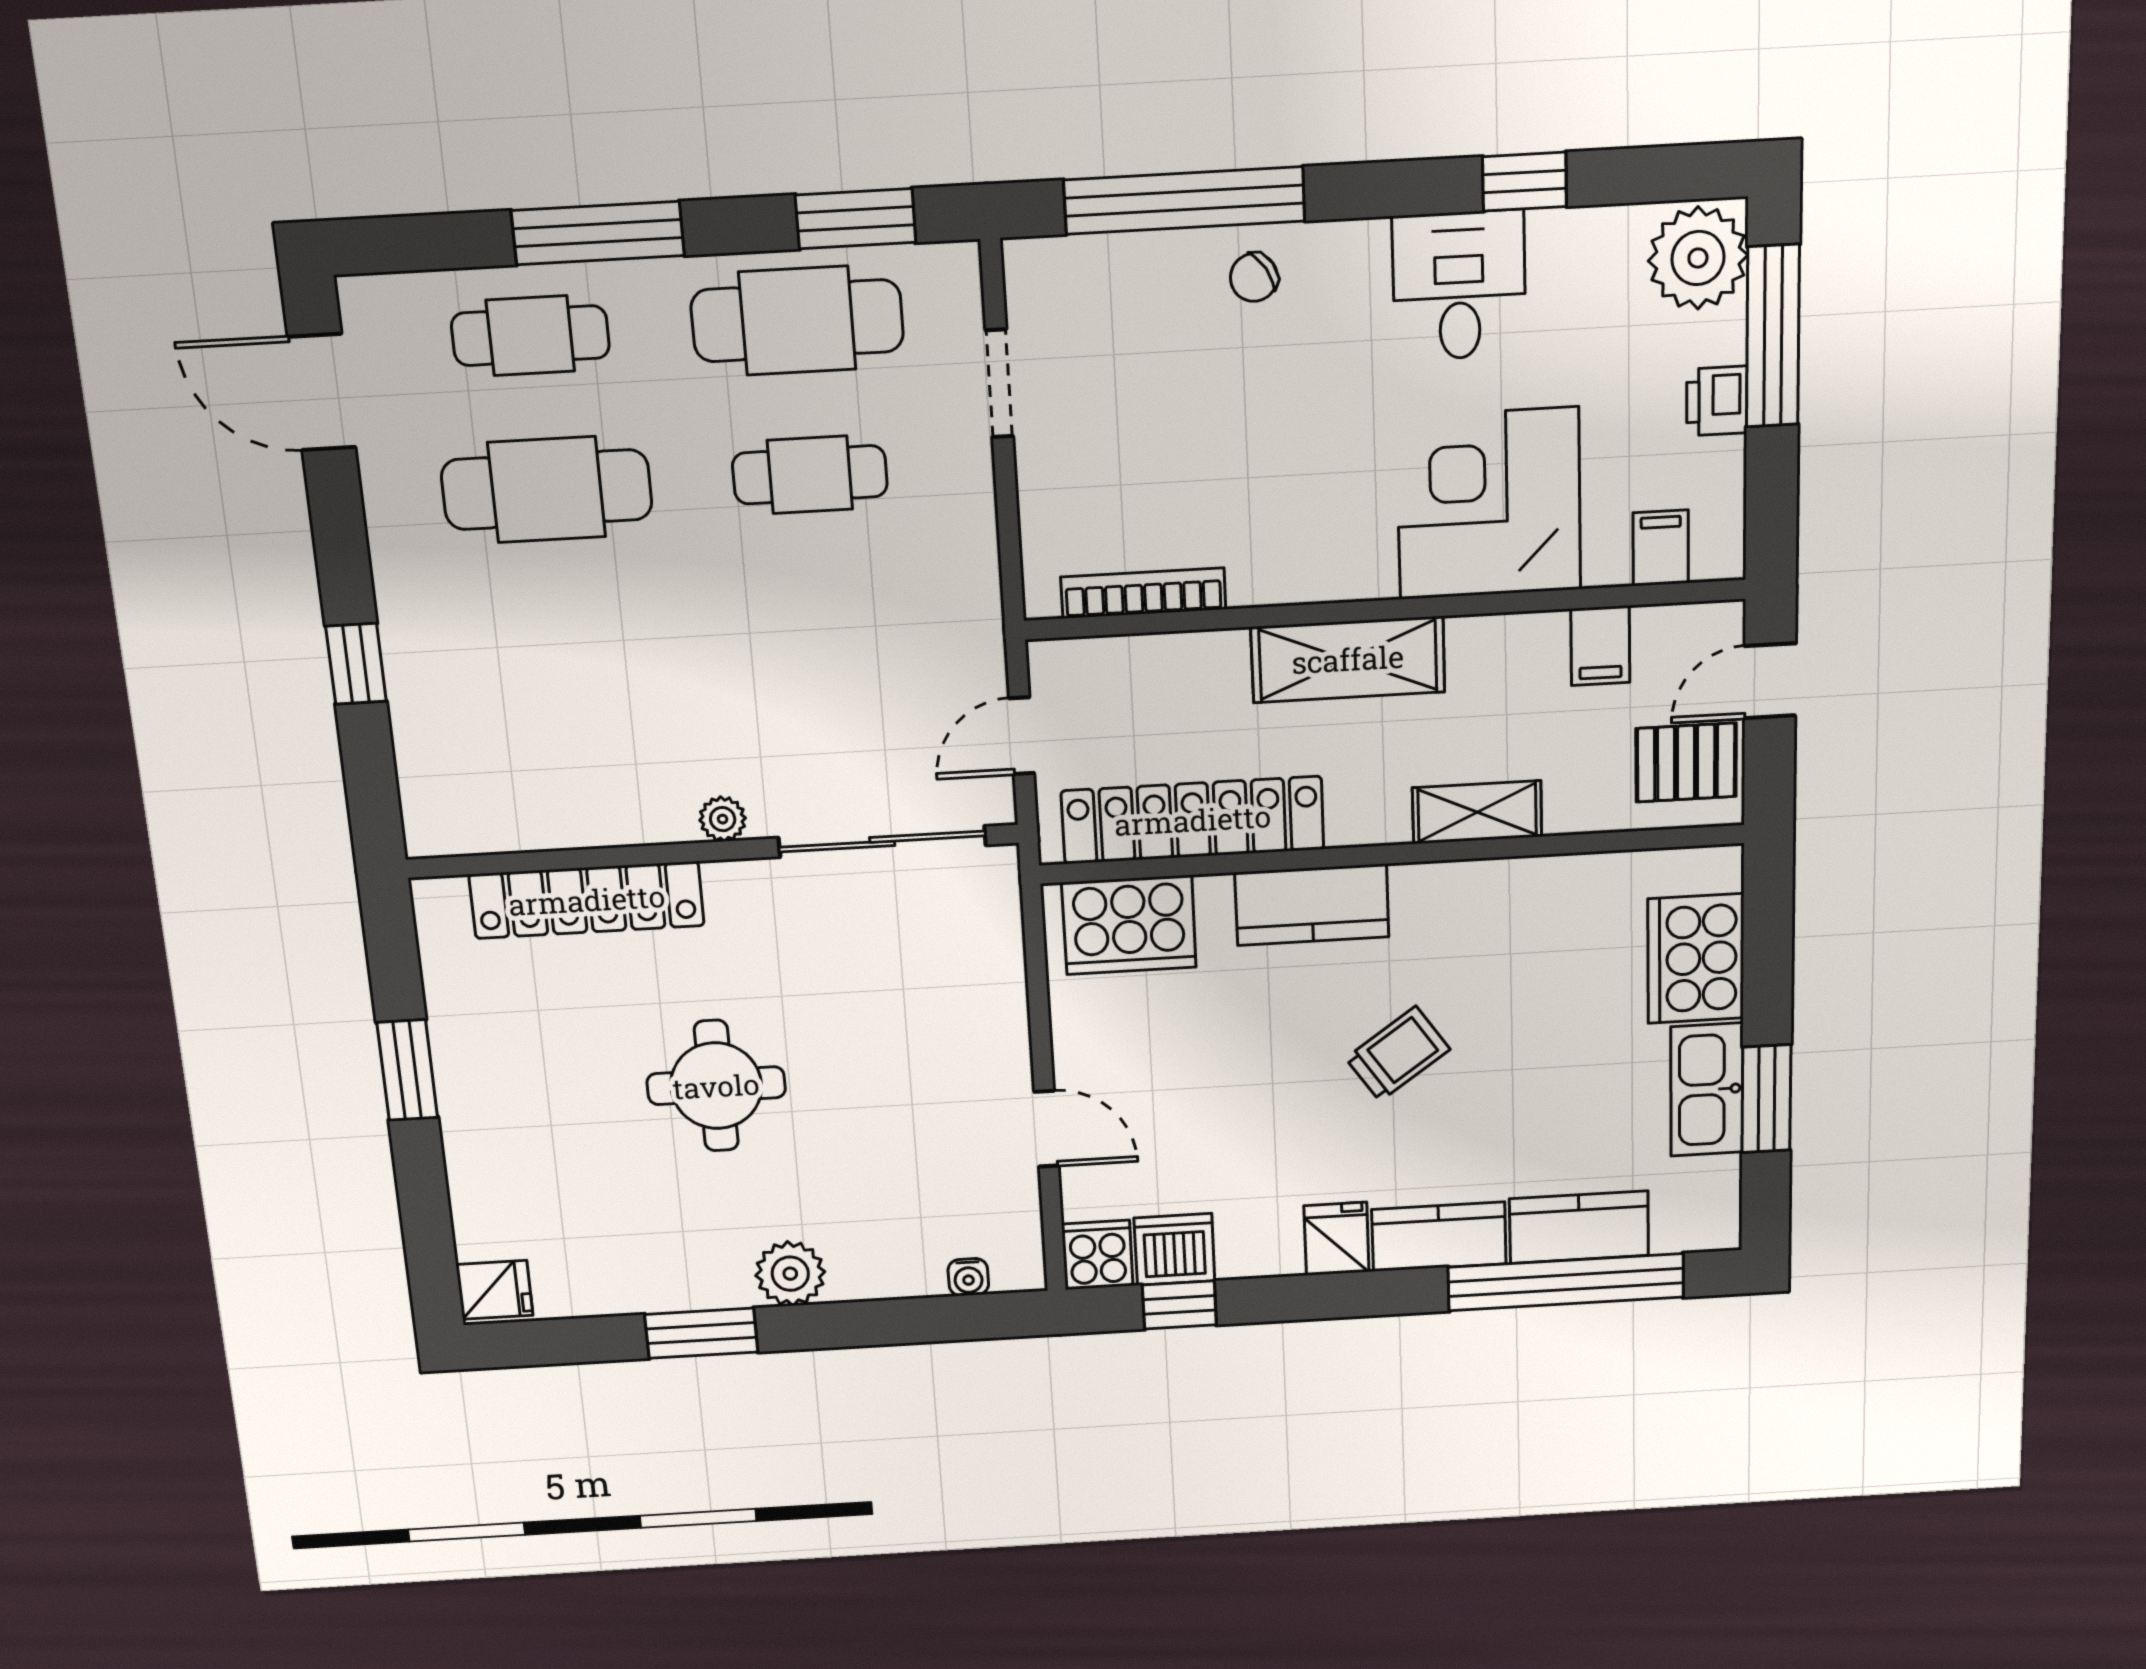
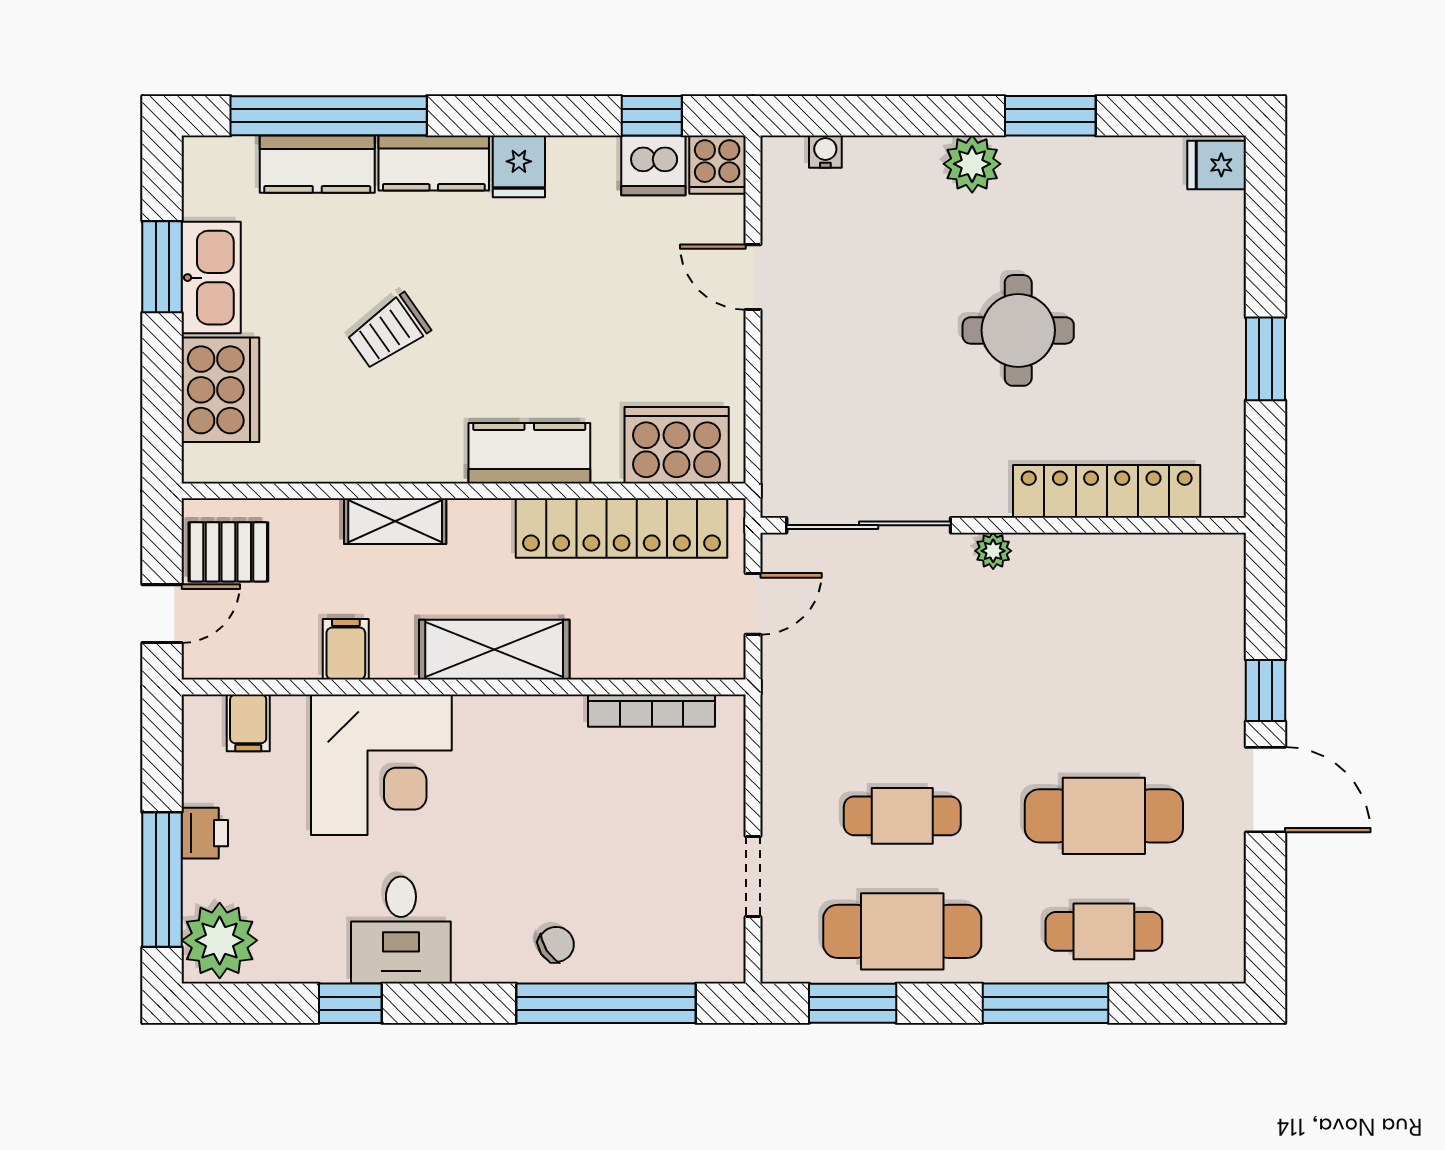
door: (322, 392) -> (1265, 790), moved
filing cabinet: (1600, 646) -> (346, 649), moved
trolley: (1398, 1054) -> (389, 331), moved

